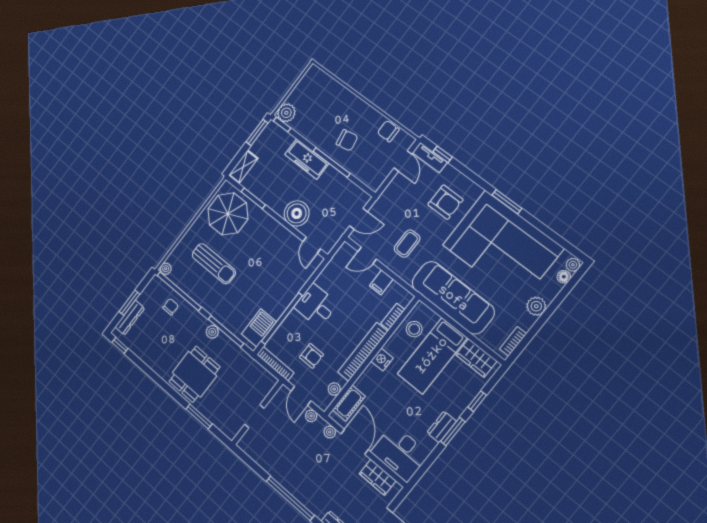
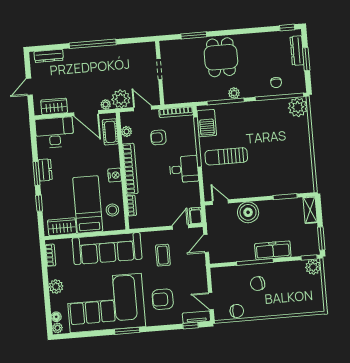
parasol: (228, 214) -> (293, 173), removed
sun lounger: (214, 264) -> (226, 156), moved
plant: (166, 269) -> (298, 107), width x1.88, depth x1.88
filing cabinet: (381, 282) -> (196, 216), moved
plant: (311, 416) -> (121, 99), width x1.87, depth x1.87

